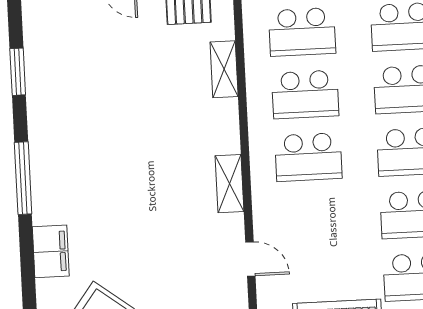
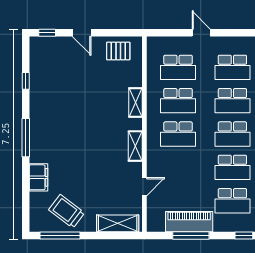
shelving: (224, 69) -> (136, 102), moved
window: (18, 72) -> (26, 81), width x0.67
door: (250, 259) -> (144, 187), hinge flipped

